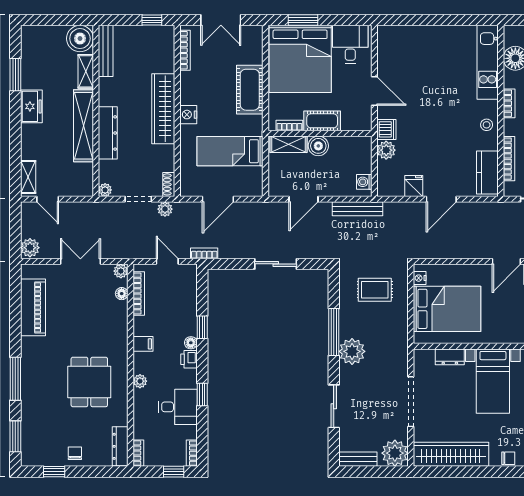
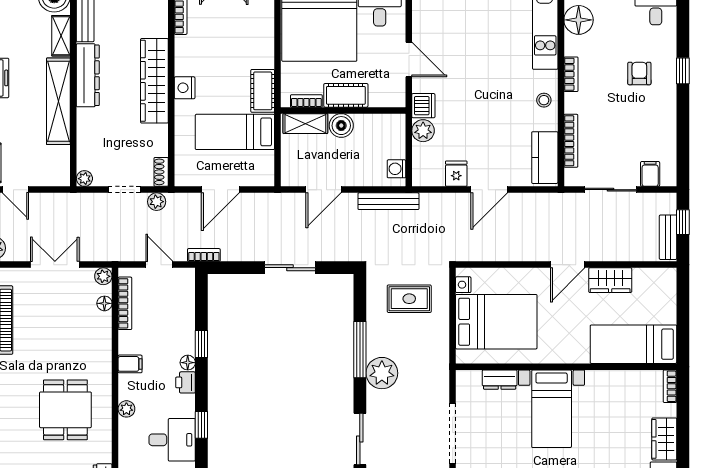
cot: (250, 90) -> (263, 91), moved, width x0.73, depth x0.75
dresser: (108, 133) -> (88, 75), moved

